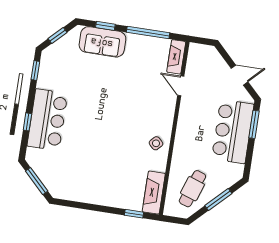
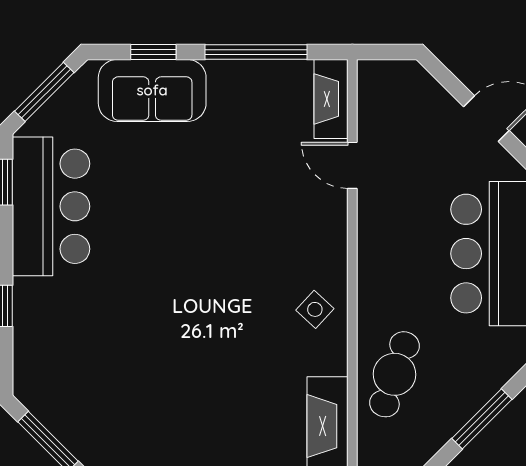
window: (58, 35) -> (44, 92), width x1.50
bar counter: (47, 120) -> (51, 206), moved
cafe table: (192, 189) -> (394, 374), moved

